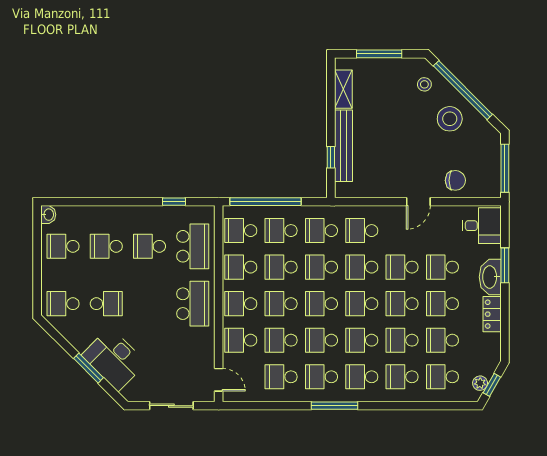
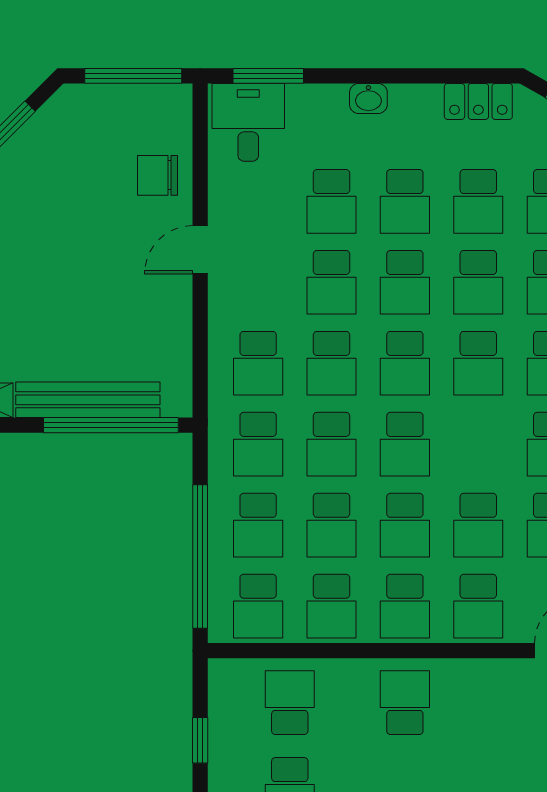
stool: (450, 119) -> (34, 187), removed
window: (331, 157) -> (111, 425), width x3.17
chair: (455, 180) -> (157, 175), turned -90
door: (418, 202) -> (200, 250), swing flipped
school desk: (193, 246) -> (290, 703), width x0.54
window: (505, 265) -> (268, 76), moved
washbasin: (490, 277) -> (368, 99), width x0.52, depth x0.69
school desk: (193, 304) -> (405, 703), width x0.54
locker: (492, 314) -> (478, 101), moved
school desk: (321, 340) -> (478, 444), removed

